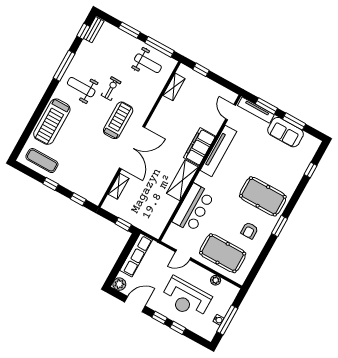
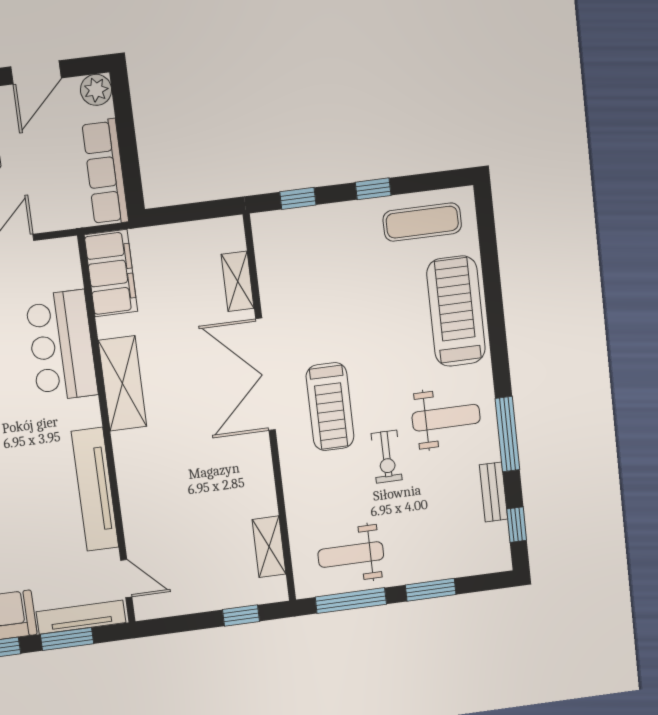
bench: (94, 30) -> (494, 492), moved
filing cabinet: (200, 147) -> (111, 273), moved
window: (123, 224) -> (175, 214), removed

